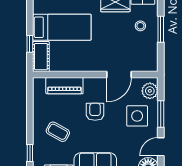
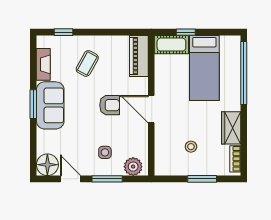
stool: (140, 26) -> (191, 147), moved
door: (119, 75) -> (151, 109), moved
piano: (64, 86) -> (139, 56), moved
side table: (137, 116) -> (105, 152), width x0.54, depth x0.54

